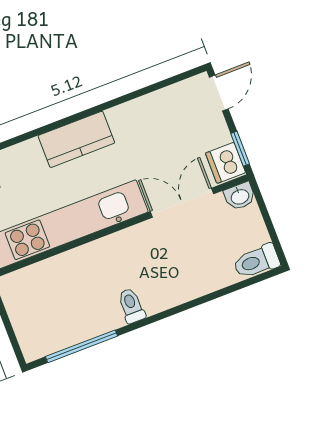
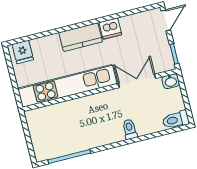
dishwasher: (225, 163) -> (110, 29), moved, turned -90
toilet: (131, 306) -> (130, 129), moved

